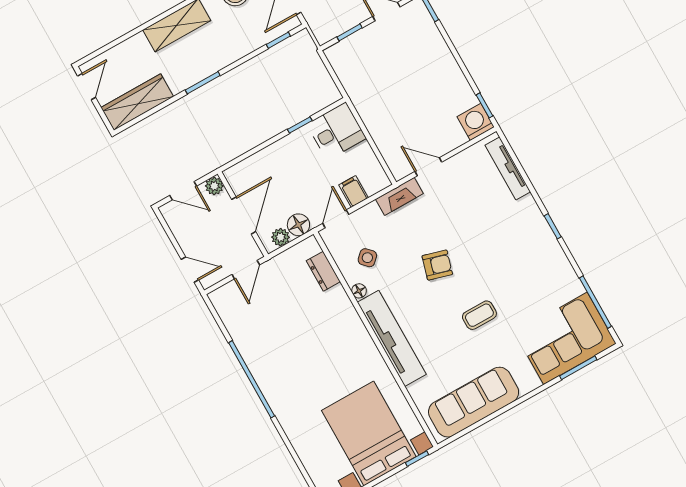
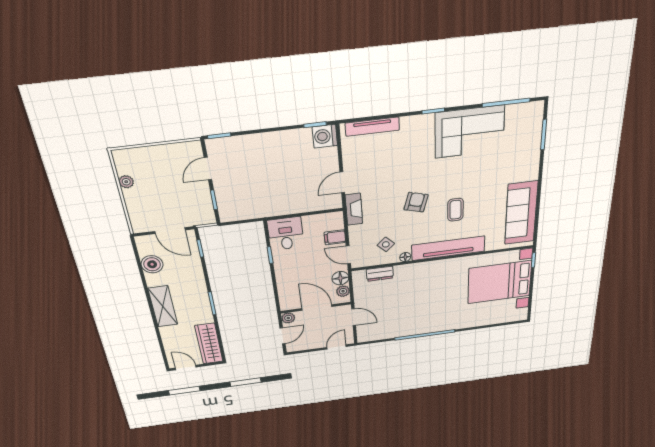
coffee table: (479, 315) -> (455, 210), moved
corner sofa: (565, 338) -> (470, 132), moved, turned -90

